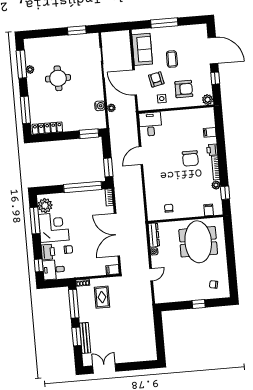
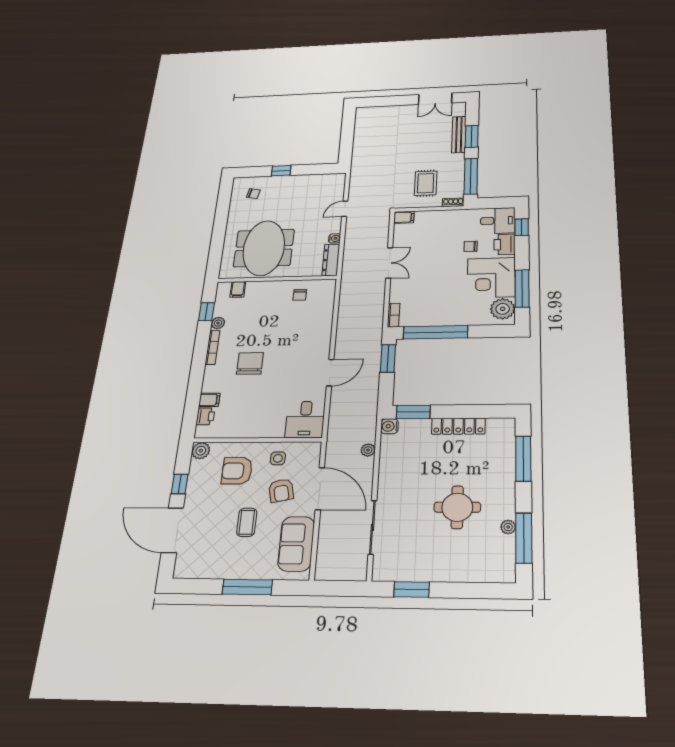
water cooler: (100, 106) -> (389, 426), moved
locker: (47, 128) -> (458, 426), moved
printer: (212, 150) -> (205, 416), moved
double door: (117, 235) -> (389, 263), width x0.54

